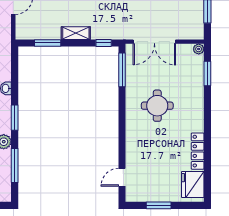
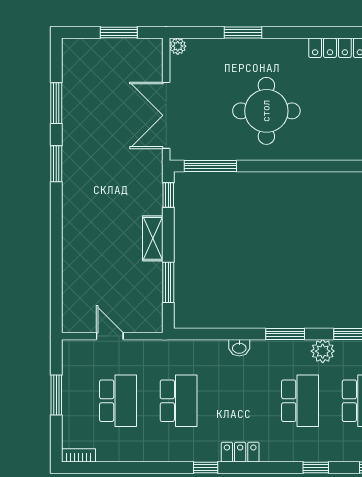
double door: (154, 42) -> (166, 115), swing flipped
window: (207, 74) -> (243, 32), moved
round table: (157, 106) -> (266, 111), width x1.36, depth x1.36

